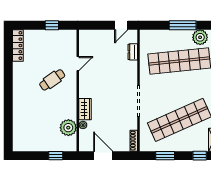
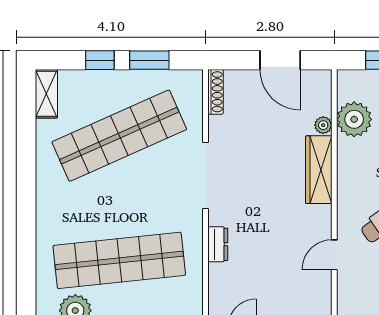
dresser: (133, 52) -> (218, 244), moved
wardrobe: (85, 109) -> (319, 170), width x1.50
window: (200, 156) -> (100, 60), moved

